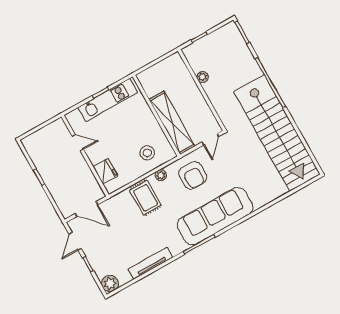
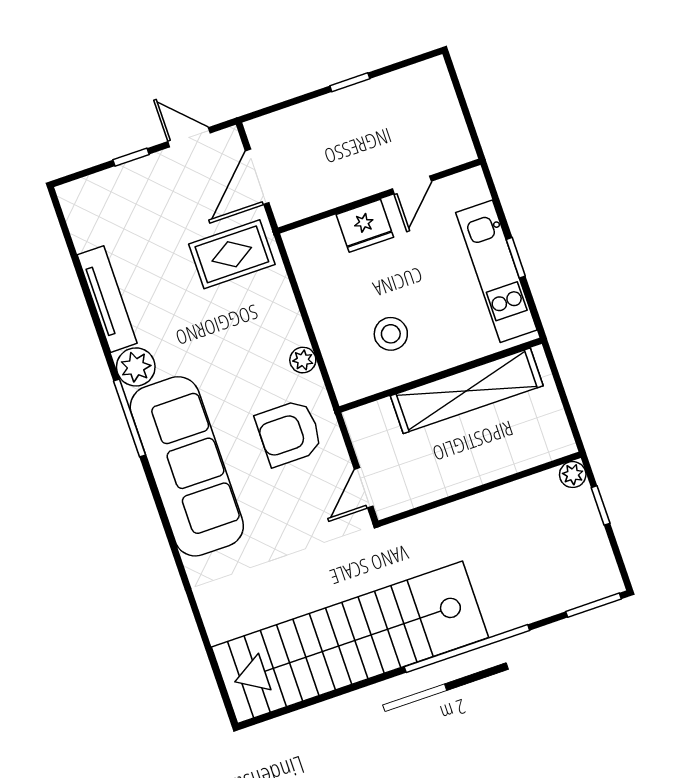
plant: (203, 77) -> (573, 475), moved
shelving: (172, 123) -> (467, 391), moved
door: (210, 139) -> (364, 488), hinge flipped
stool: (147, 153) -> (391, 334), moved
fridge: (105, 171) -> (365, 226), moved
rug: (145, 198) -> (232, 254), moved
plant: (110, 283) -> (136, 367), moved

